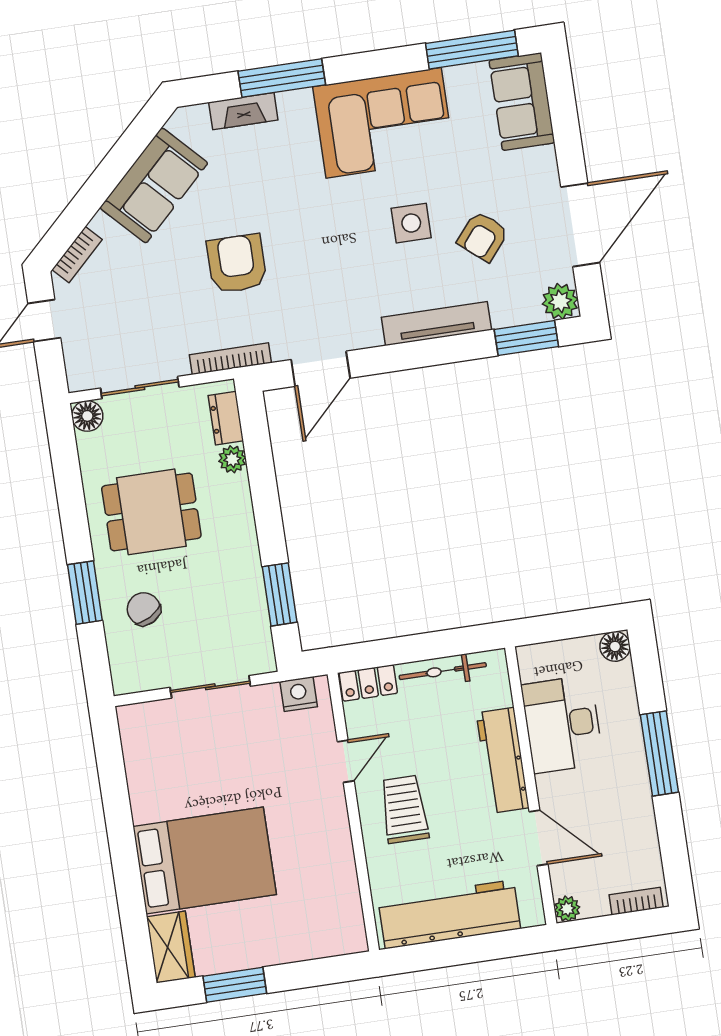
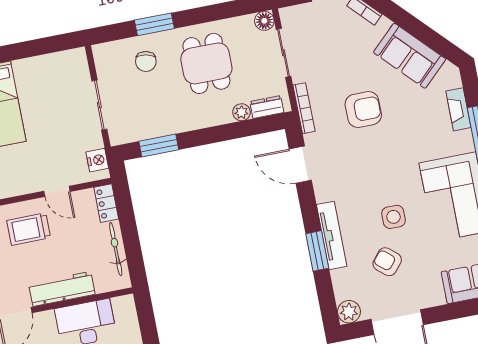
window: (526, 338) -> (317, 251), moved
chair: (144, 609) -> (146, 61), turned 130
trolley: (404, 809) -> (29, 229), turned 180

